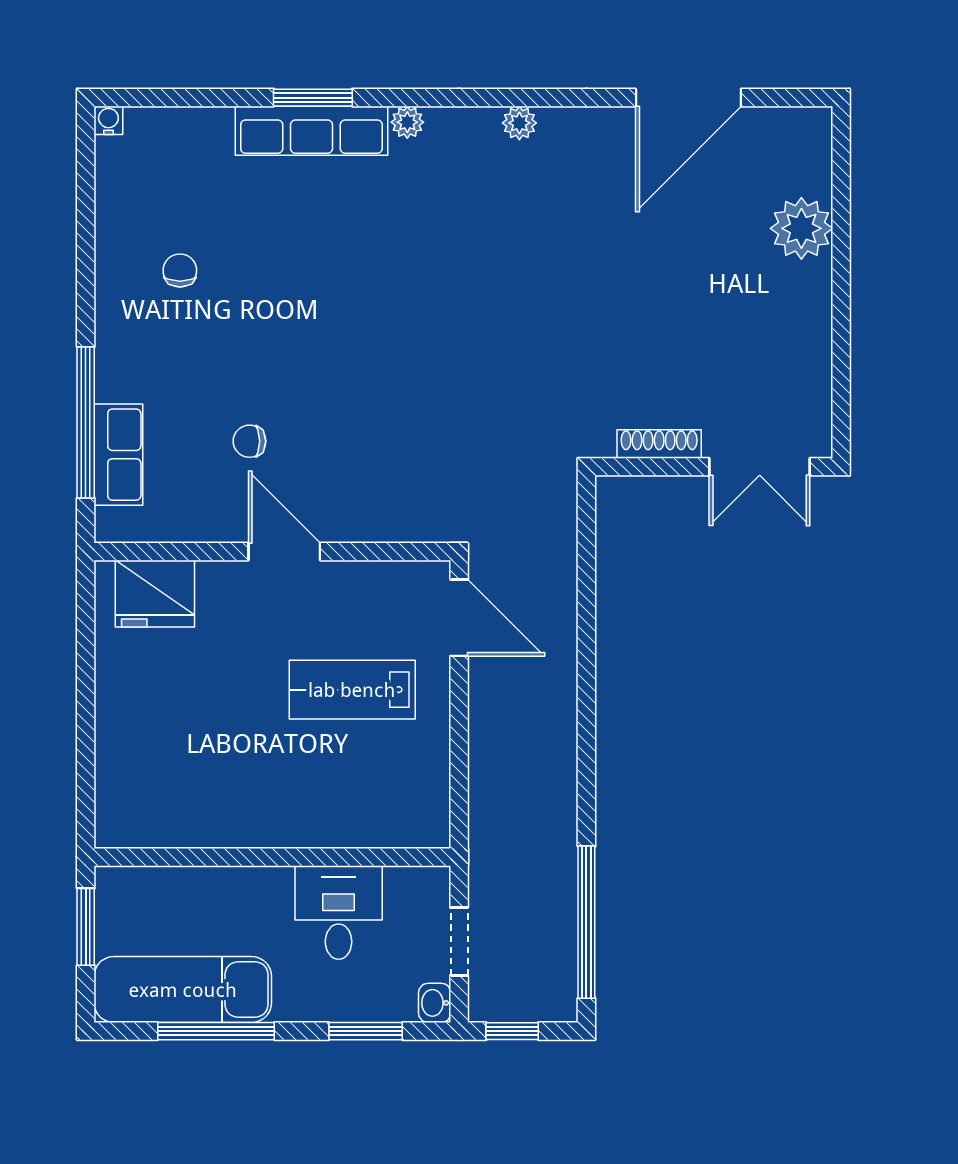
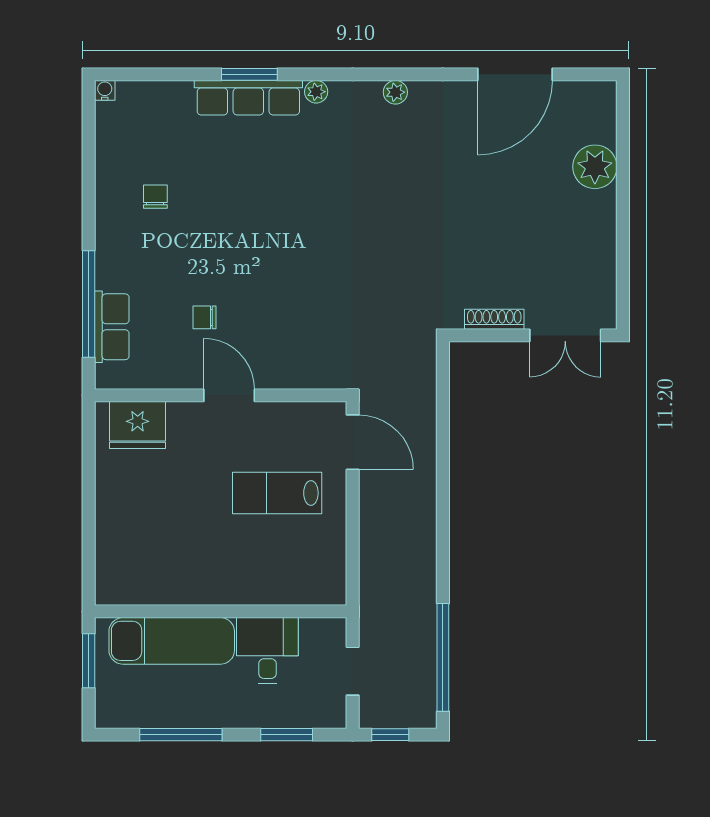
exam couch: (183, 990) -> (172, 641), moved, turned 180
washbasin: (435, 1003) -> (335, 715), removed

